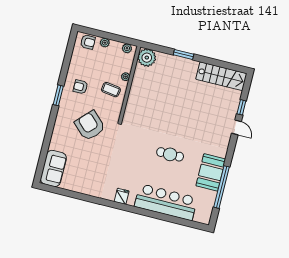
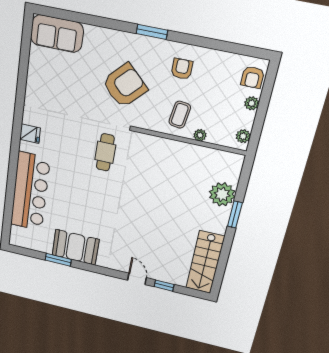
plant: (147, 58) -> (222, 194), moved
window: (58, 95) -> (152, 32), moved
door: (236, 127) -> (137, 279), swing flipped
cafe table: (170, 154) -> (105, 152), moved
window: (222, 187) -> (58, 260), width x0.47

